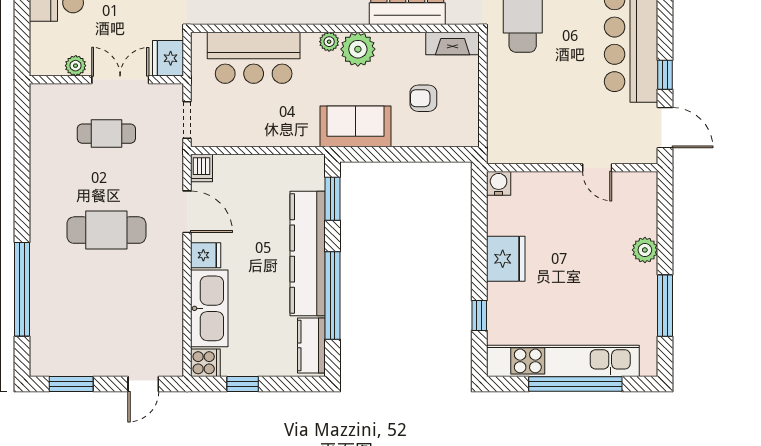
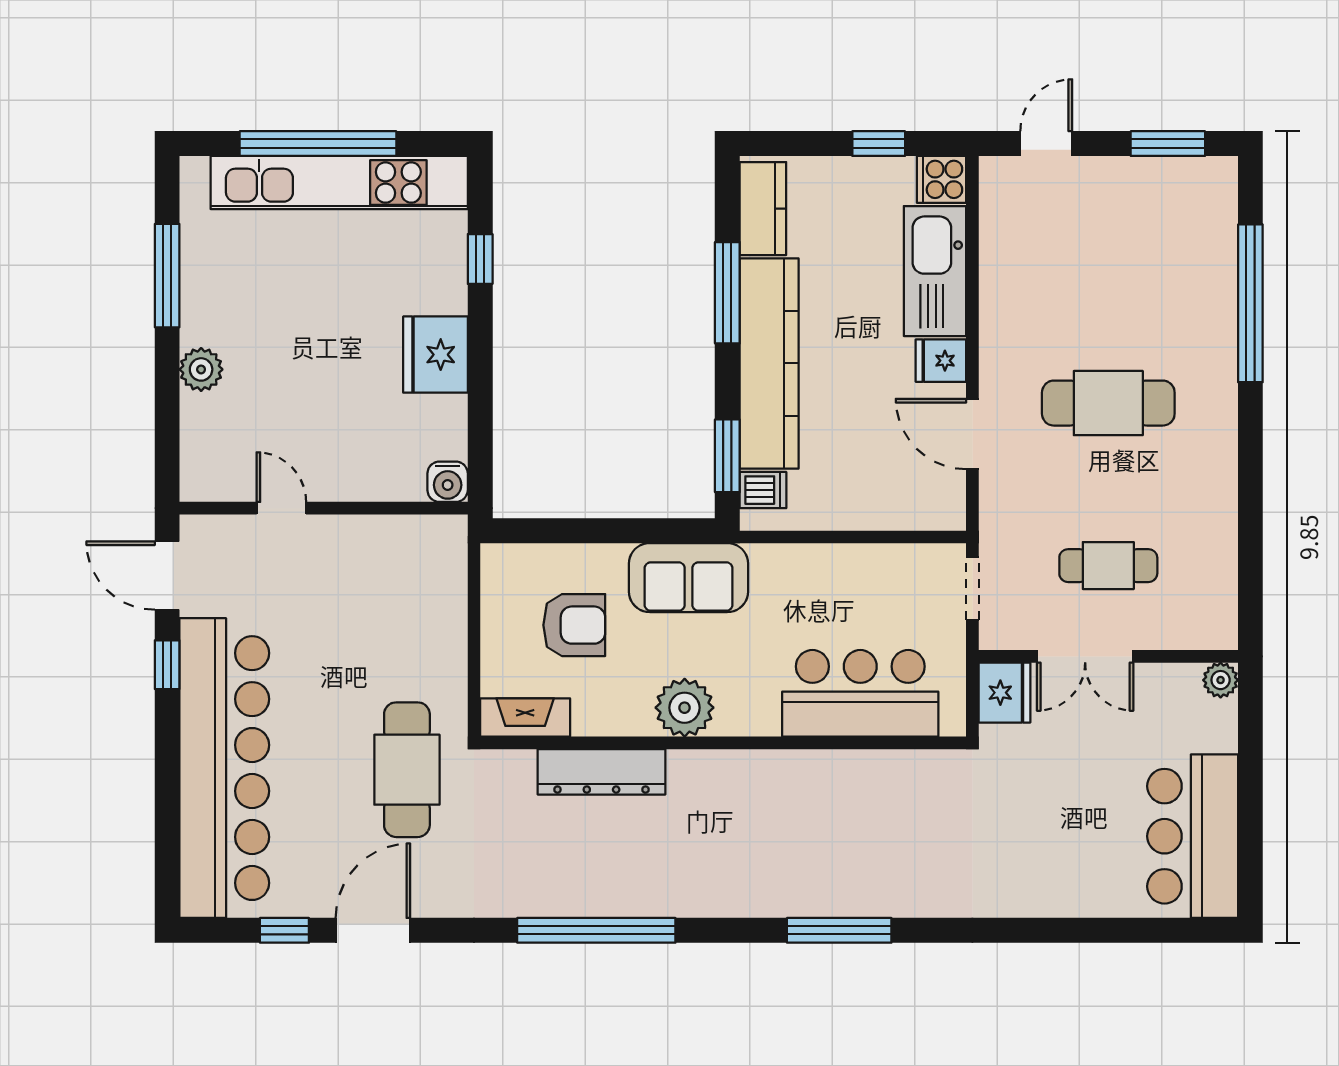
plant: (329, 42) -> (733, 720), removed
plant: (76, 66) -> (1221, 680), moved
armchair: (423, 98) -> (574, 625), width x1.38, depth x1.38
dishwasher: (202, 168) -> (763, 490), moved, turned 90
window: (333, 295) -> (727, 293), width x0.68

